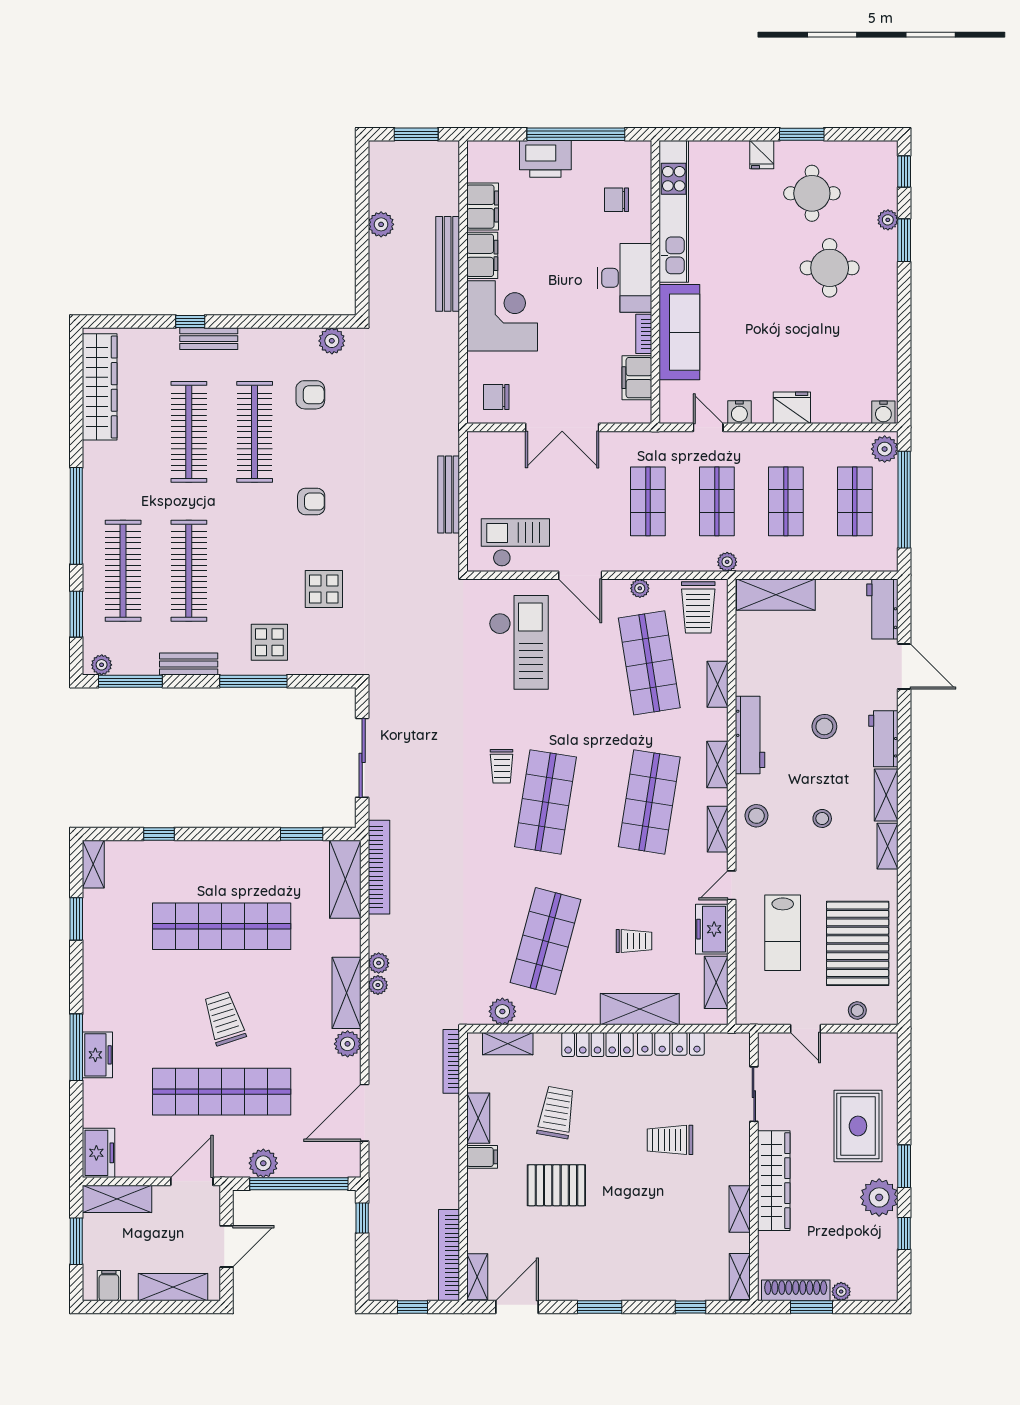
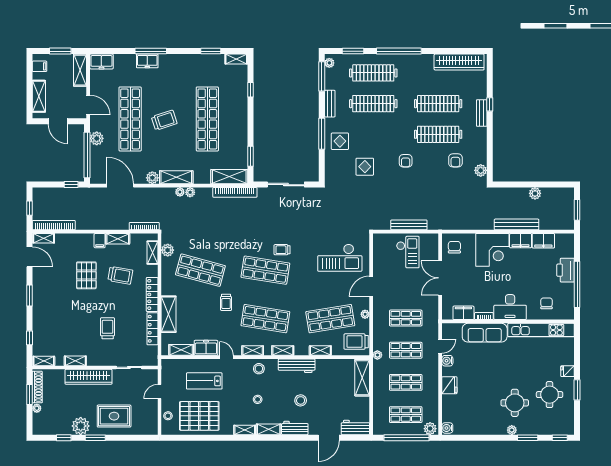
plant: (888, 220) -> (512, 430), moved
checkout: (515, 543) -> (408, 252), moved
trolley: (634, 941) -> (226, 302), moved

